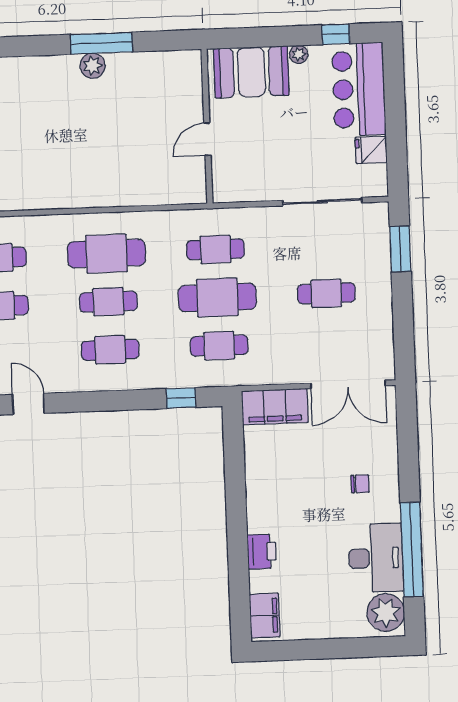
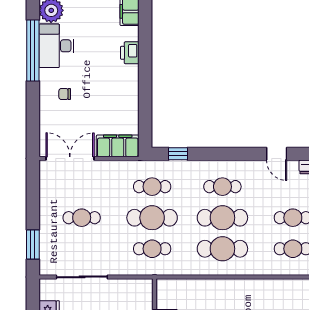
cafe table: (108, 302) -> (222, 218), width x1.37, depth x1.35

